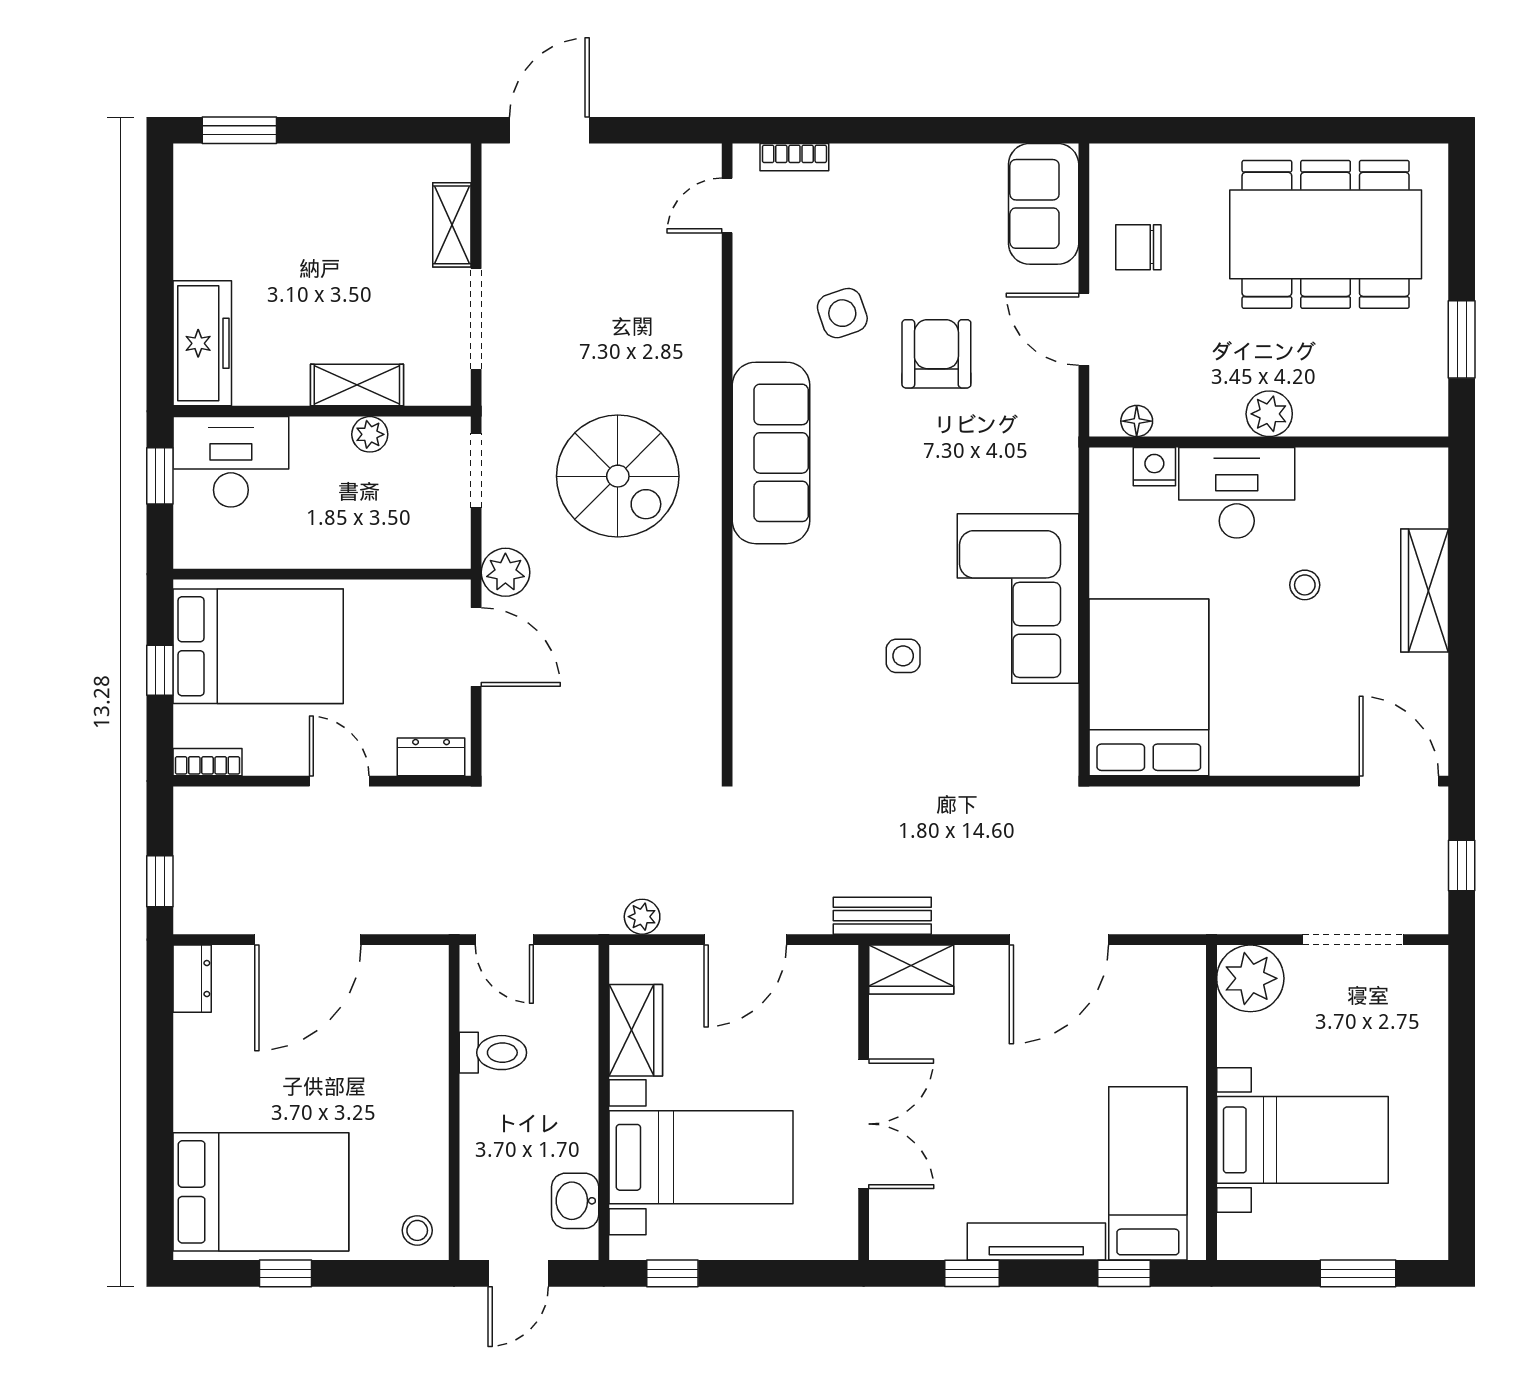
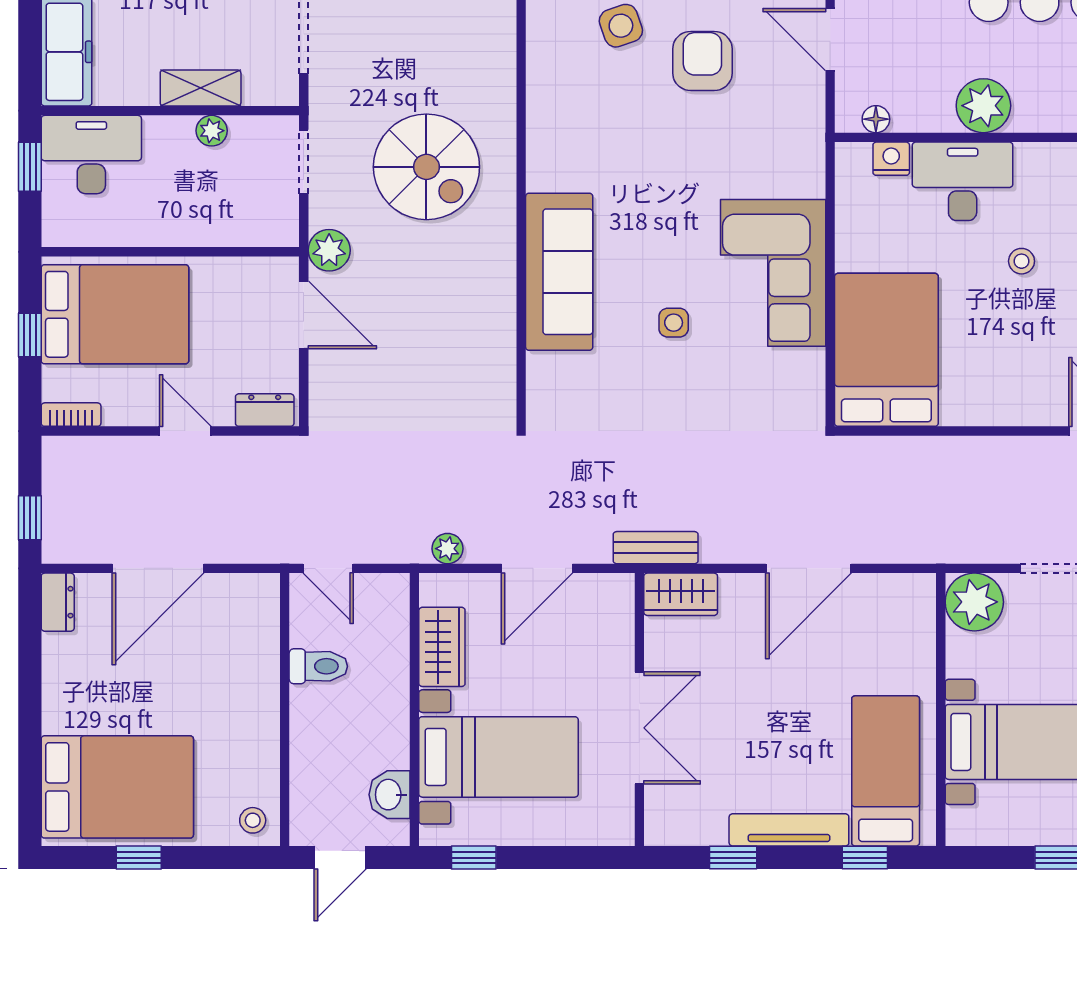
plant: (1269, 414) -> (983, 106), width x1.36, depth x1.36
sofa: (771, 453) -> (559, 272), moved

